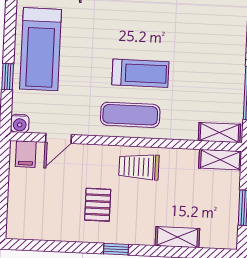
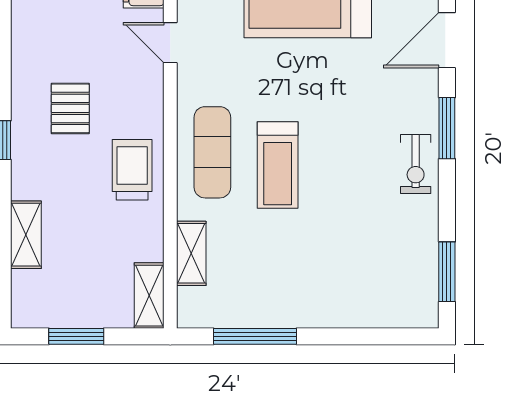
shelving: (219, 133) -> (191, 253), moved
pallet: (98, 205) -> (70, 108), turned 90

